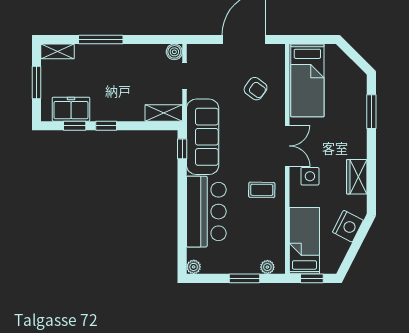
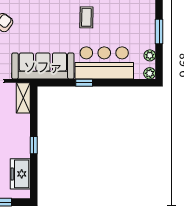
window: (75, 126) -> (34, 171), removed
window: (182, 149) -> (84, 83), moved
plant: (267, 267) -> (150, 55), moved

